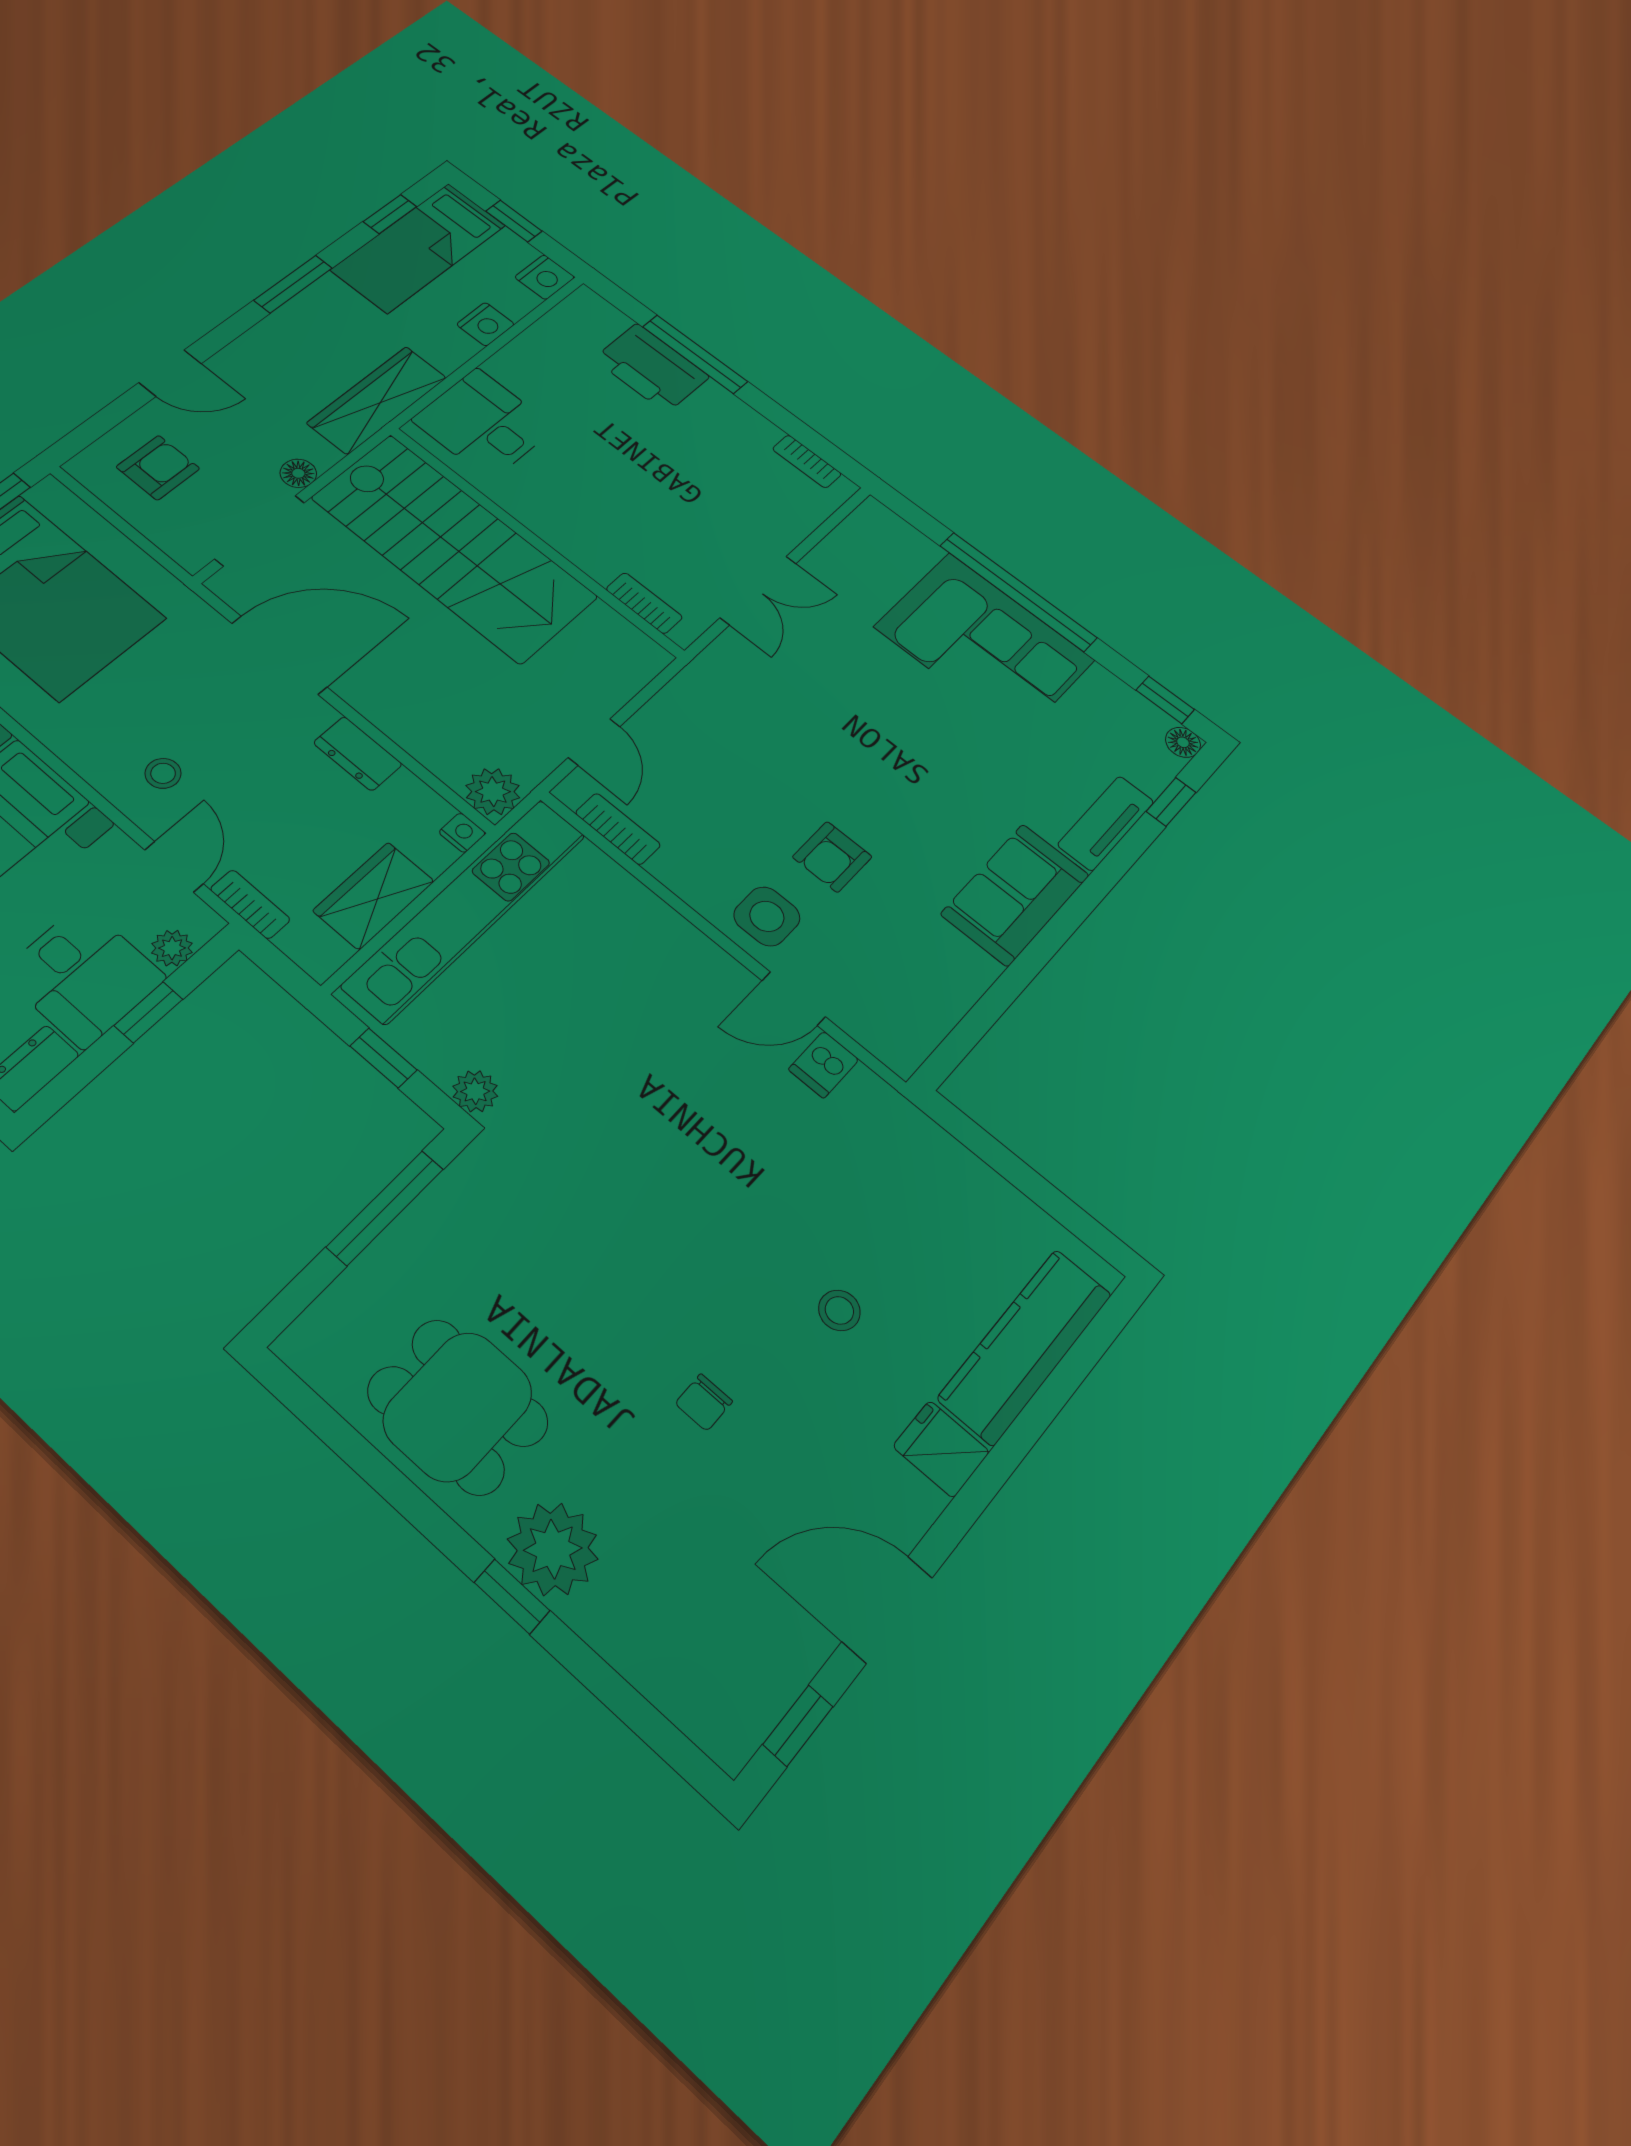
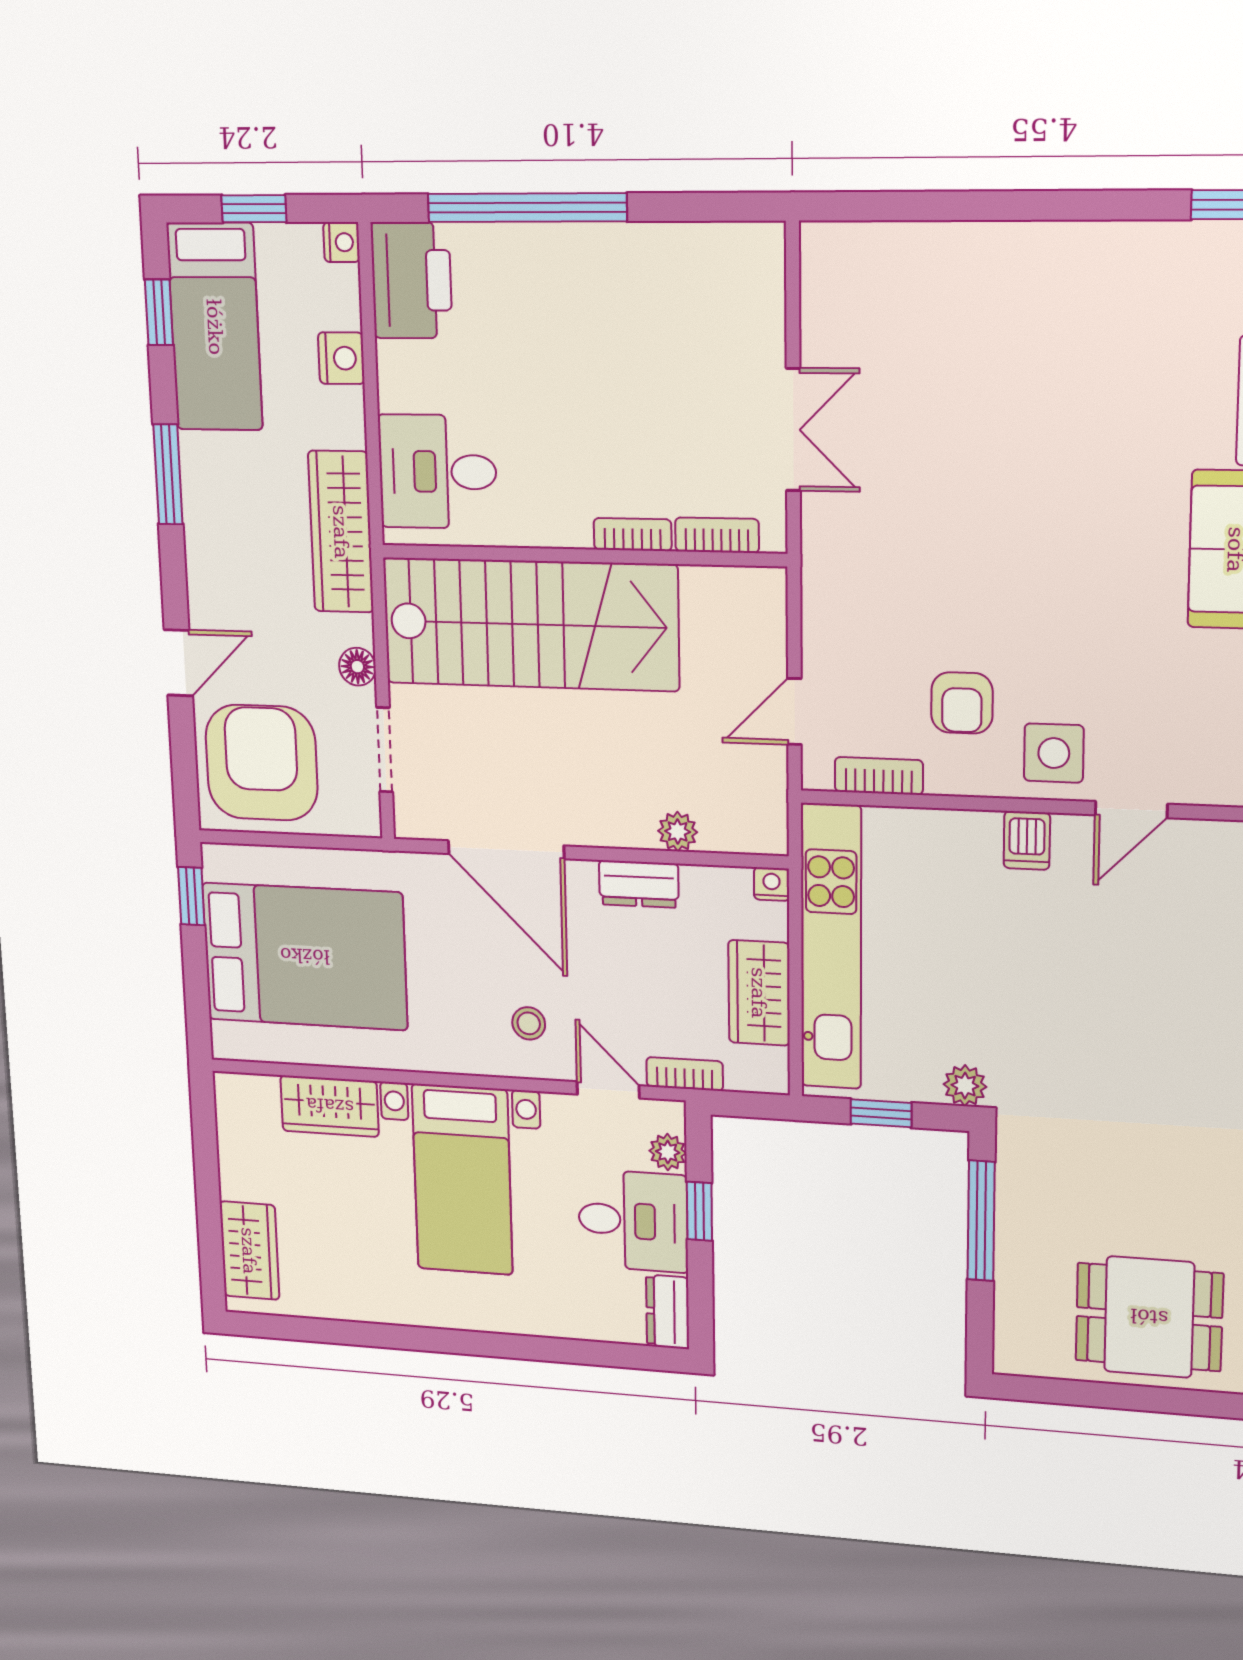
nightstand: (545, 277) -> (342, 242), width x0.72, depth x0.74
window: (695, 354) -> (527, 208), width x1.46
printer: (651, 368) -> (411, 280), moved, turned -90
bookcase: (807, 461) -> (633, 534), moved, turned 180
armchair: (158, 468) -> (262, 763), width x1.88, depth x1.88
doorway: (260, 531) -> (385, 750), width x0.73
window: (1018, 592) -> (1008, 206), removed
corner sofa: (984, 644) -> (1022, 298), removed
door: (279, 655) -> (506, 850), swing flipped
door: (594, 742) -> (794, 712), swing flipped
plant: (493, 792) -> (678, 832), moved, width x0.73, depth x0.73
armchair: (832, 857) -> (962, 703), moved
dishwasher: (824, 1064) -> (1027, 840), moved

